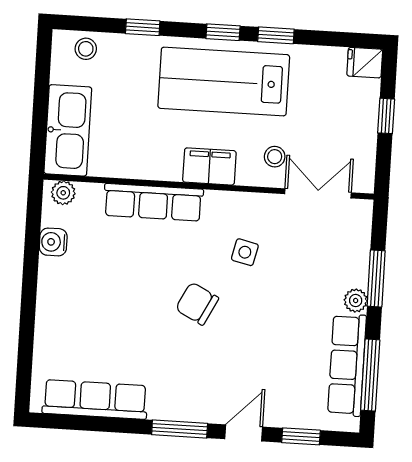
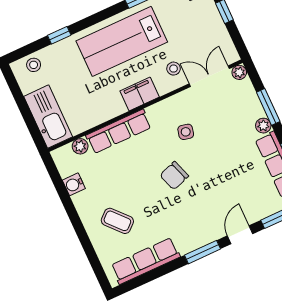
window: (223, 32) -> (106, 14), removed
plant: (63, 193) -> (80, 146), moved
plant: (362, 210) -> (239, 72), added
chair: (197, 304) -> (174, 176), turned -46
coffee table: (86, 324) -> (117, 221), added

